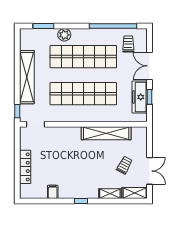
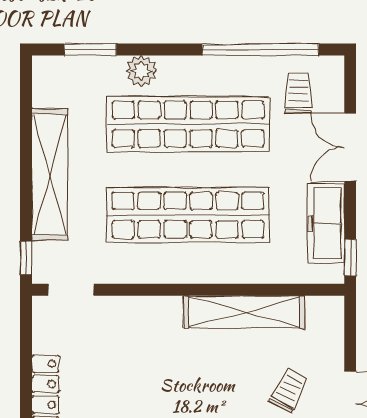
window: (149, 97) -> (350, 258), moved

